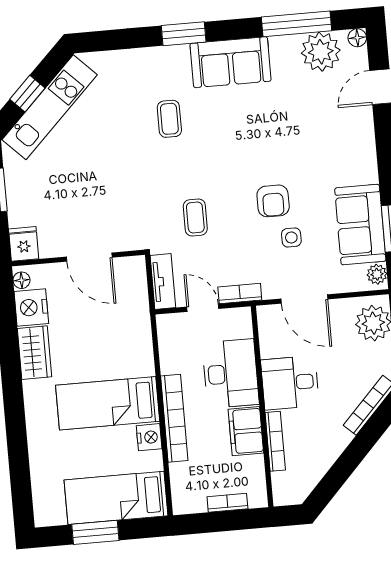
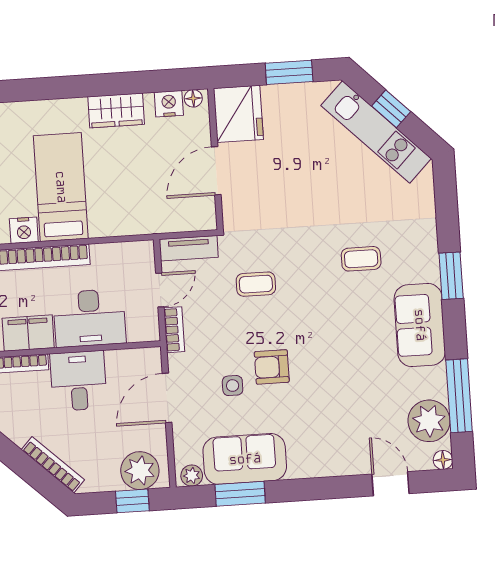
fridge: (24, 244) -> (238, 114), width x1.88, depth x1.34
nightstand: (31, 307) -> (169, 104), width x0.74, depth x0.75

